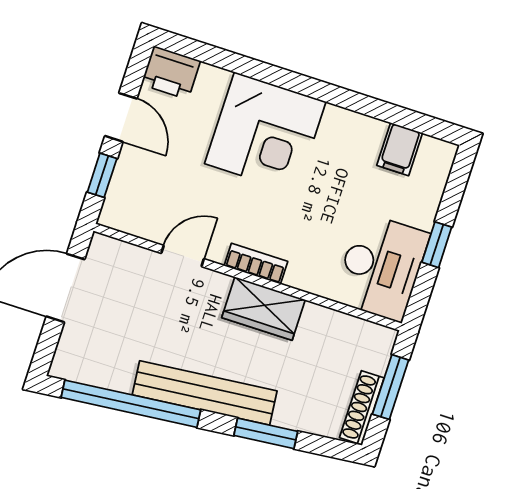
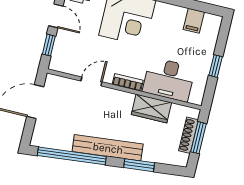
desk: (381, 267) -> (169, 79), moved, turned 90
wardrobe: (263, 309) -> (151, 108), moved
shoe rack: (362, 408) -> (189, 135), moved

